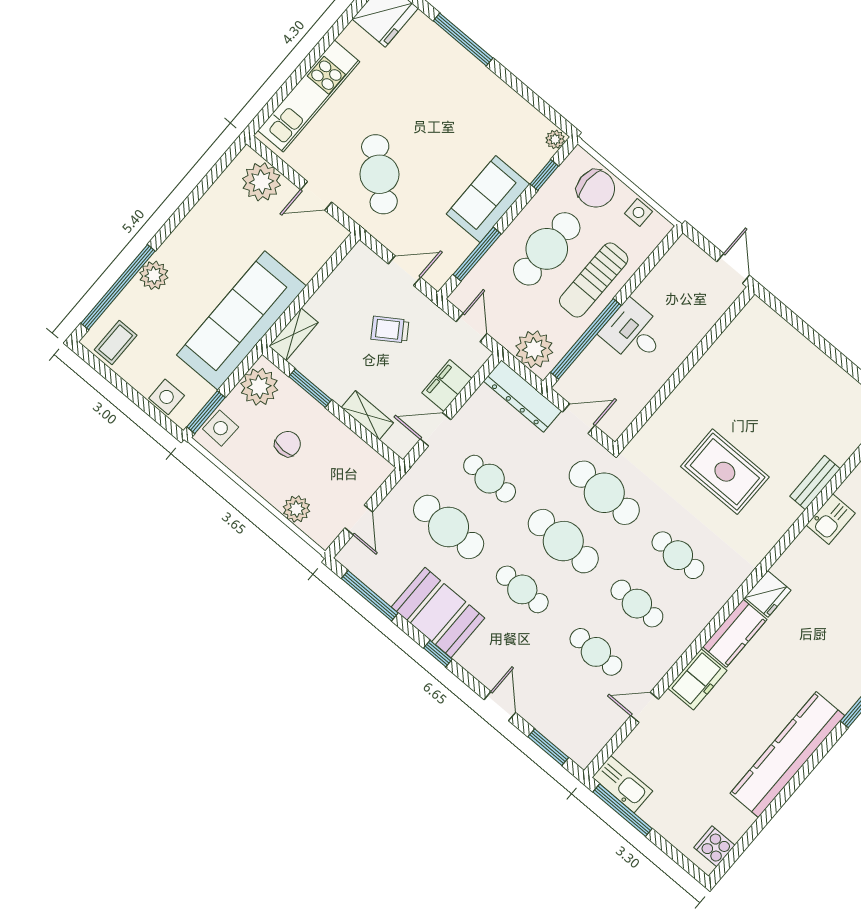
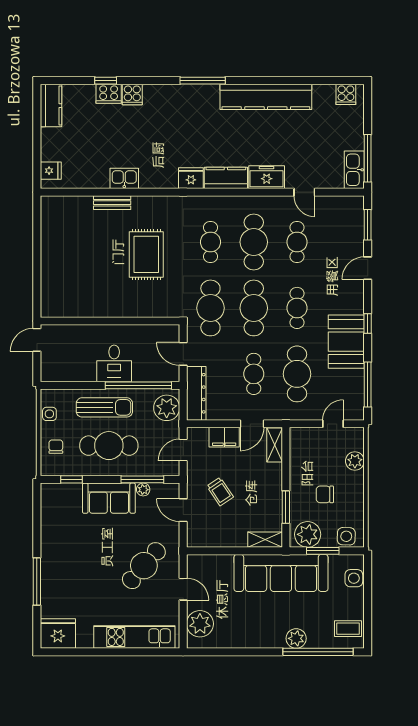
plant: (555, 139) -> (143, 490), moved
chair: (596, 189) -> (56, 447), width x0.54, depth x0.54
window: (206, 412) -> (323, 551), moved
shelving: (367, 415) -> (275, 445), moved
door: (436, 429) -> (252, 424), hinge flipped
cafe table: (637, 604) -> (254, 242), width x1.37, depth x1.35

